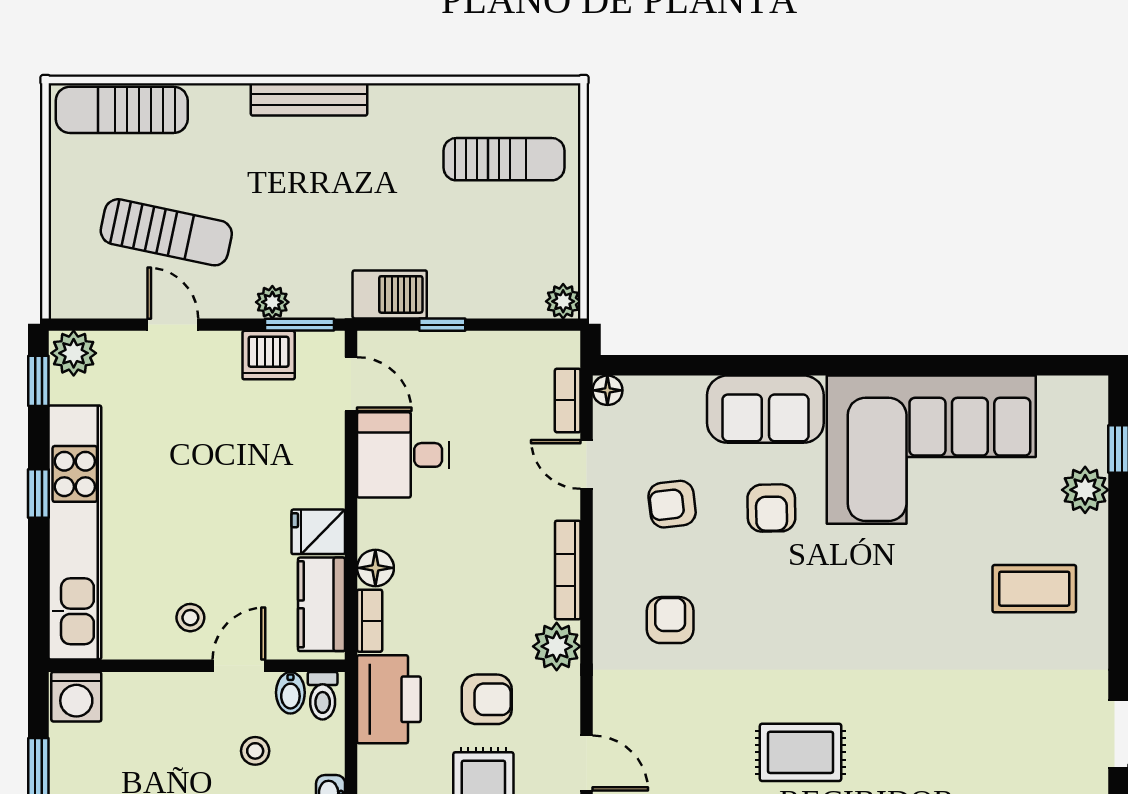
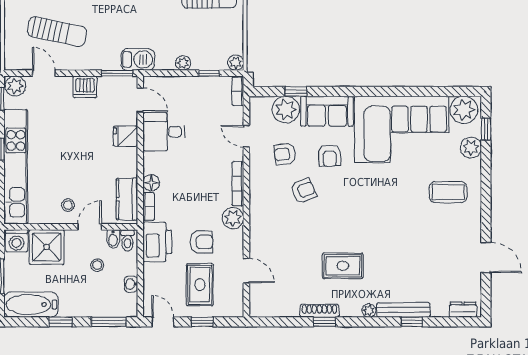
barbecue: (390, 294) -> (138, 60), moved
plant: (272, 302) -> (183, 63), moved
door: (173, 325) -> (44, 73), moved
window: (442, 325) -> (209, 73), moved
dishwasher: (269, 355) -> (85, 87), moved
window: (697, 365) -> (296, 91), added
floor lamp: (607, 390) -> (256, 103), removed
bookcase: (568, 400) -> (238, 91), moved
plant: (674, 405) -> (286, 110), added
plant: (1069, 406) -> (464, 110), added
fridge: (318, 532) -> (125, 136), moved
armchair: (670, 620) -> (303, 191), moved, turned 68
shower: (143, 711) -> (47, 247), added

